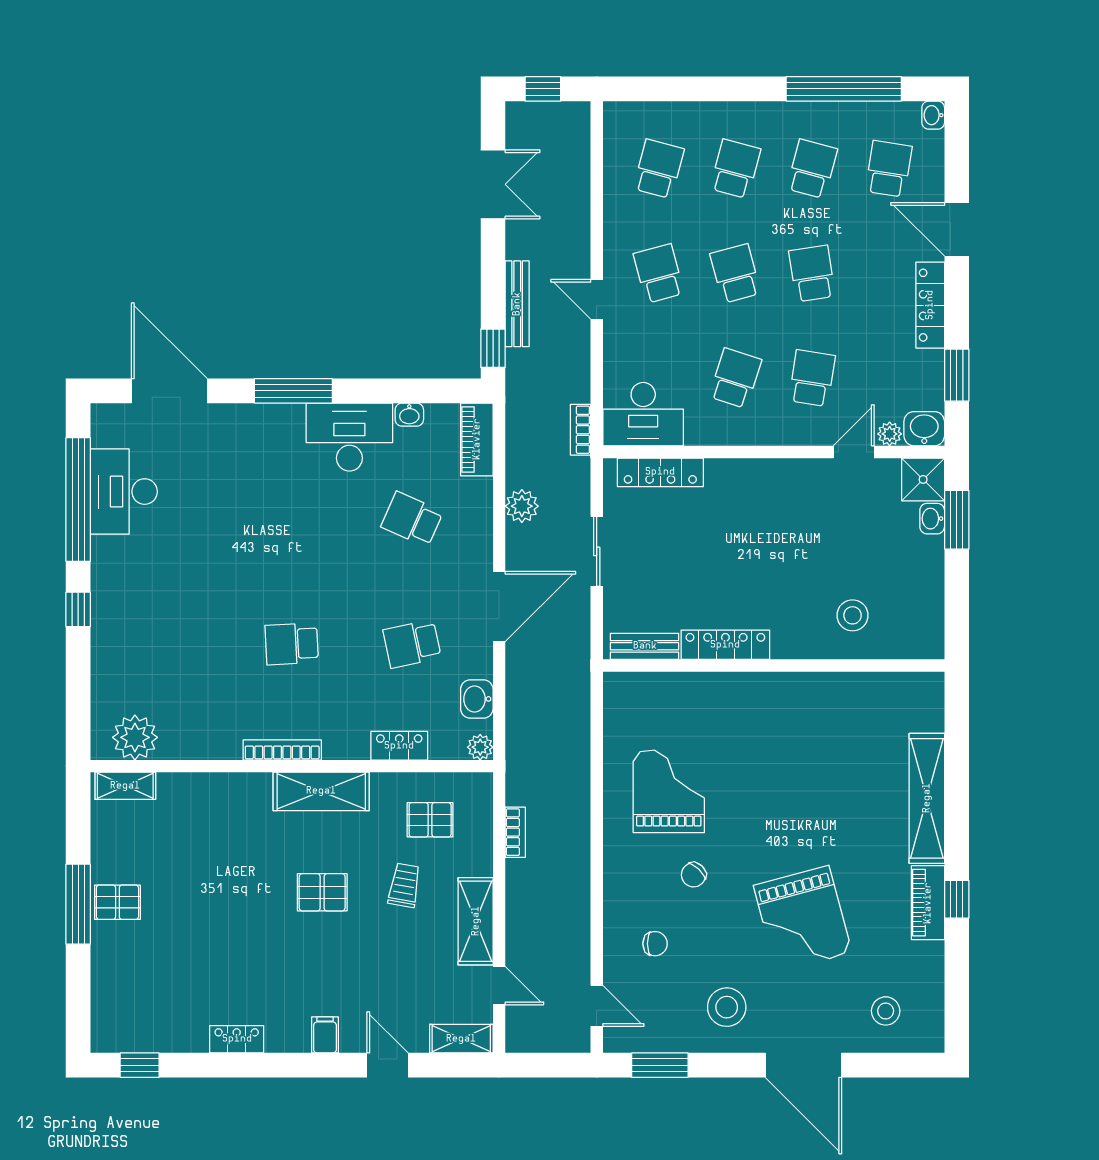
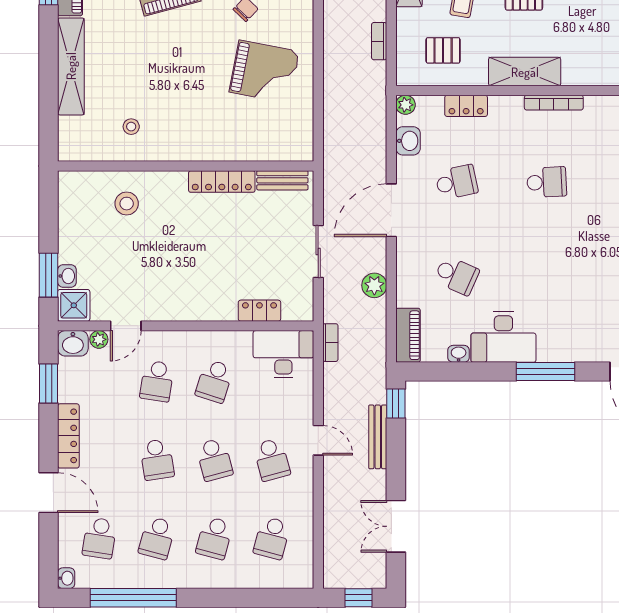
locker: (660, 472) -> (259, 311), width x0.66
stool: (846, 718) -> (131, 127), added
grand piano: (669, 791) -> (264, 72), turned -79

